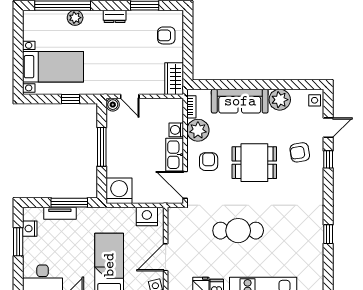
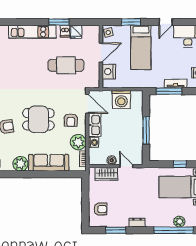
plant: (75, 18) -> (179, 222), moved
wardrobe: (174, 79) -> (106, 174), moved, turned 90
window: (70, 99) -> (180, 164), moved
boiler: (113, 105) -> (112, 160), moved
washing machine: (119, 191) -> (121, 100), moved
nightstand: (147, 216) -> (109, 72), moved, turned 90
cafe table: (238, 231) -> (66, 65), moved

